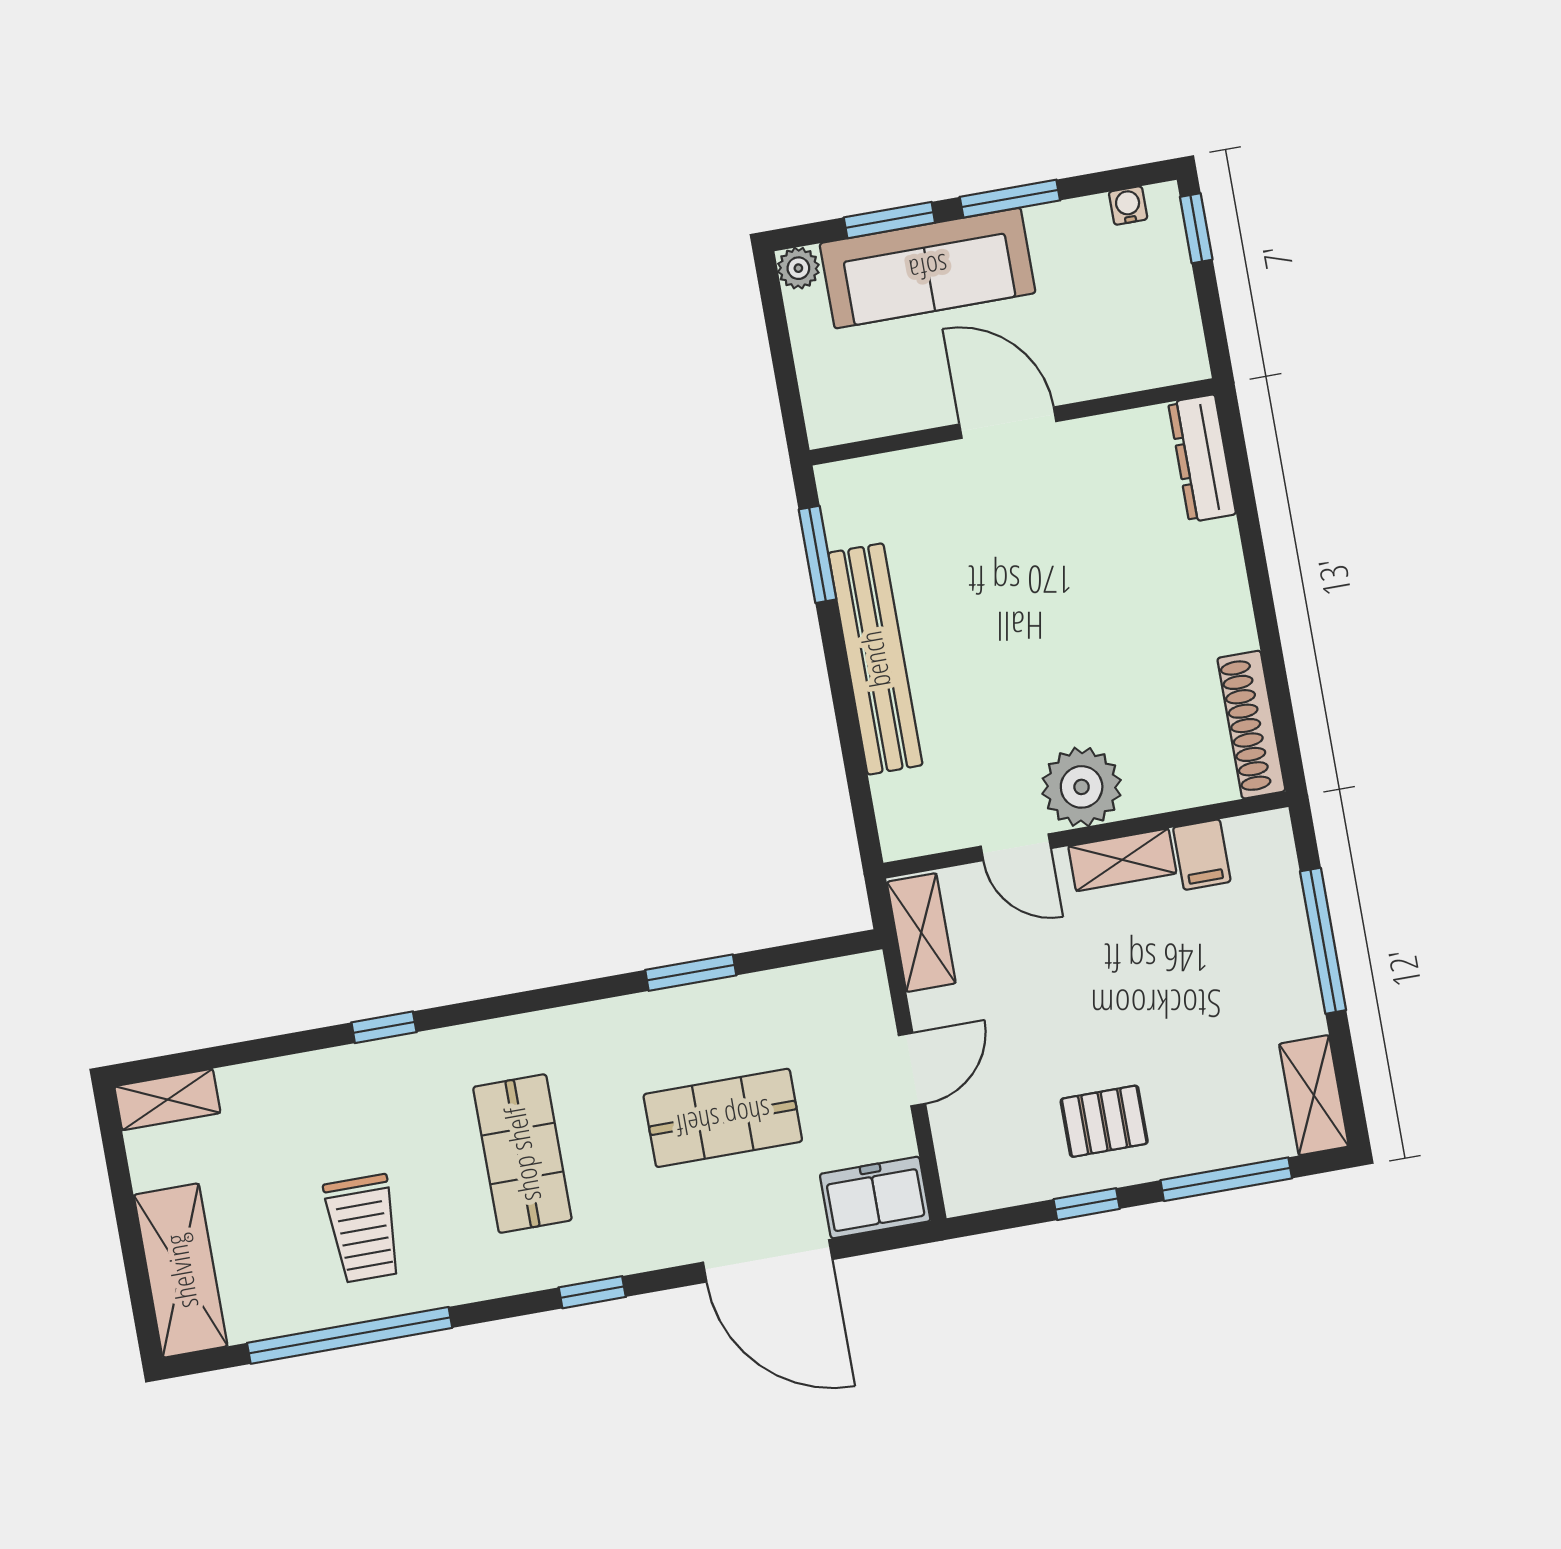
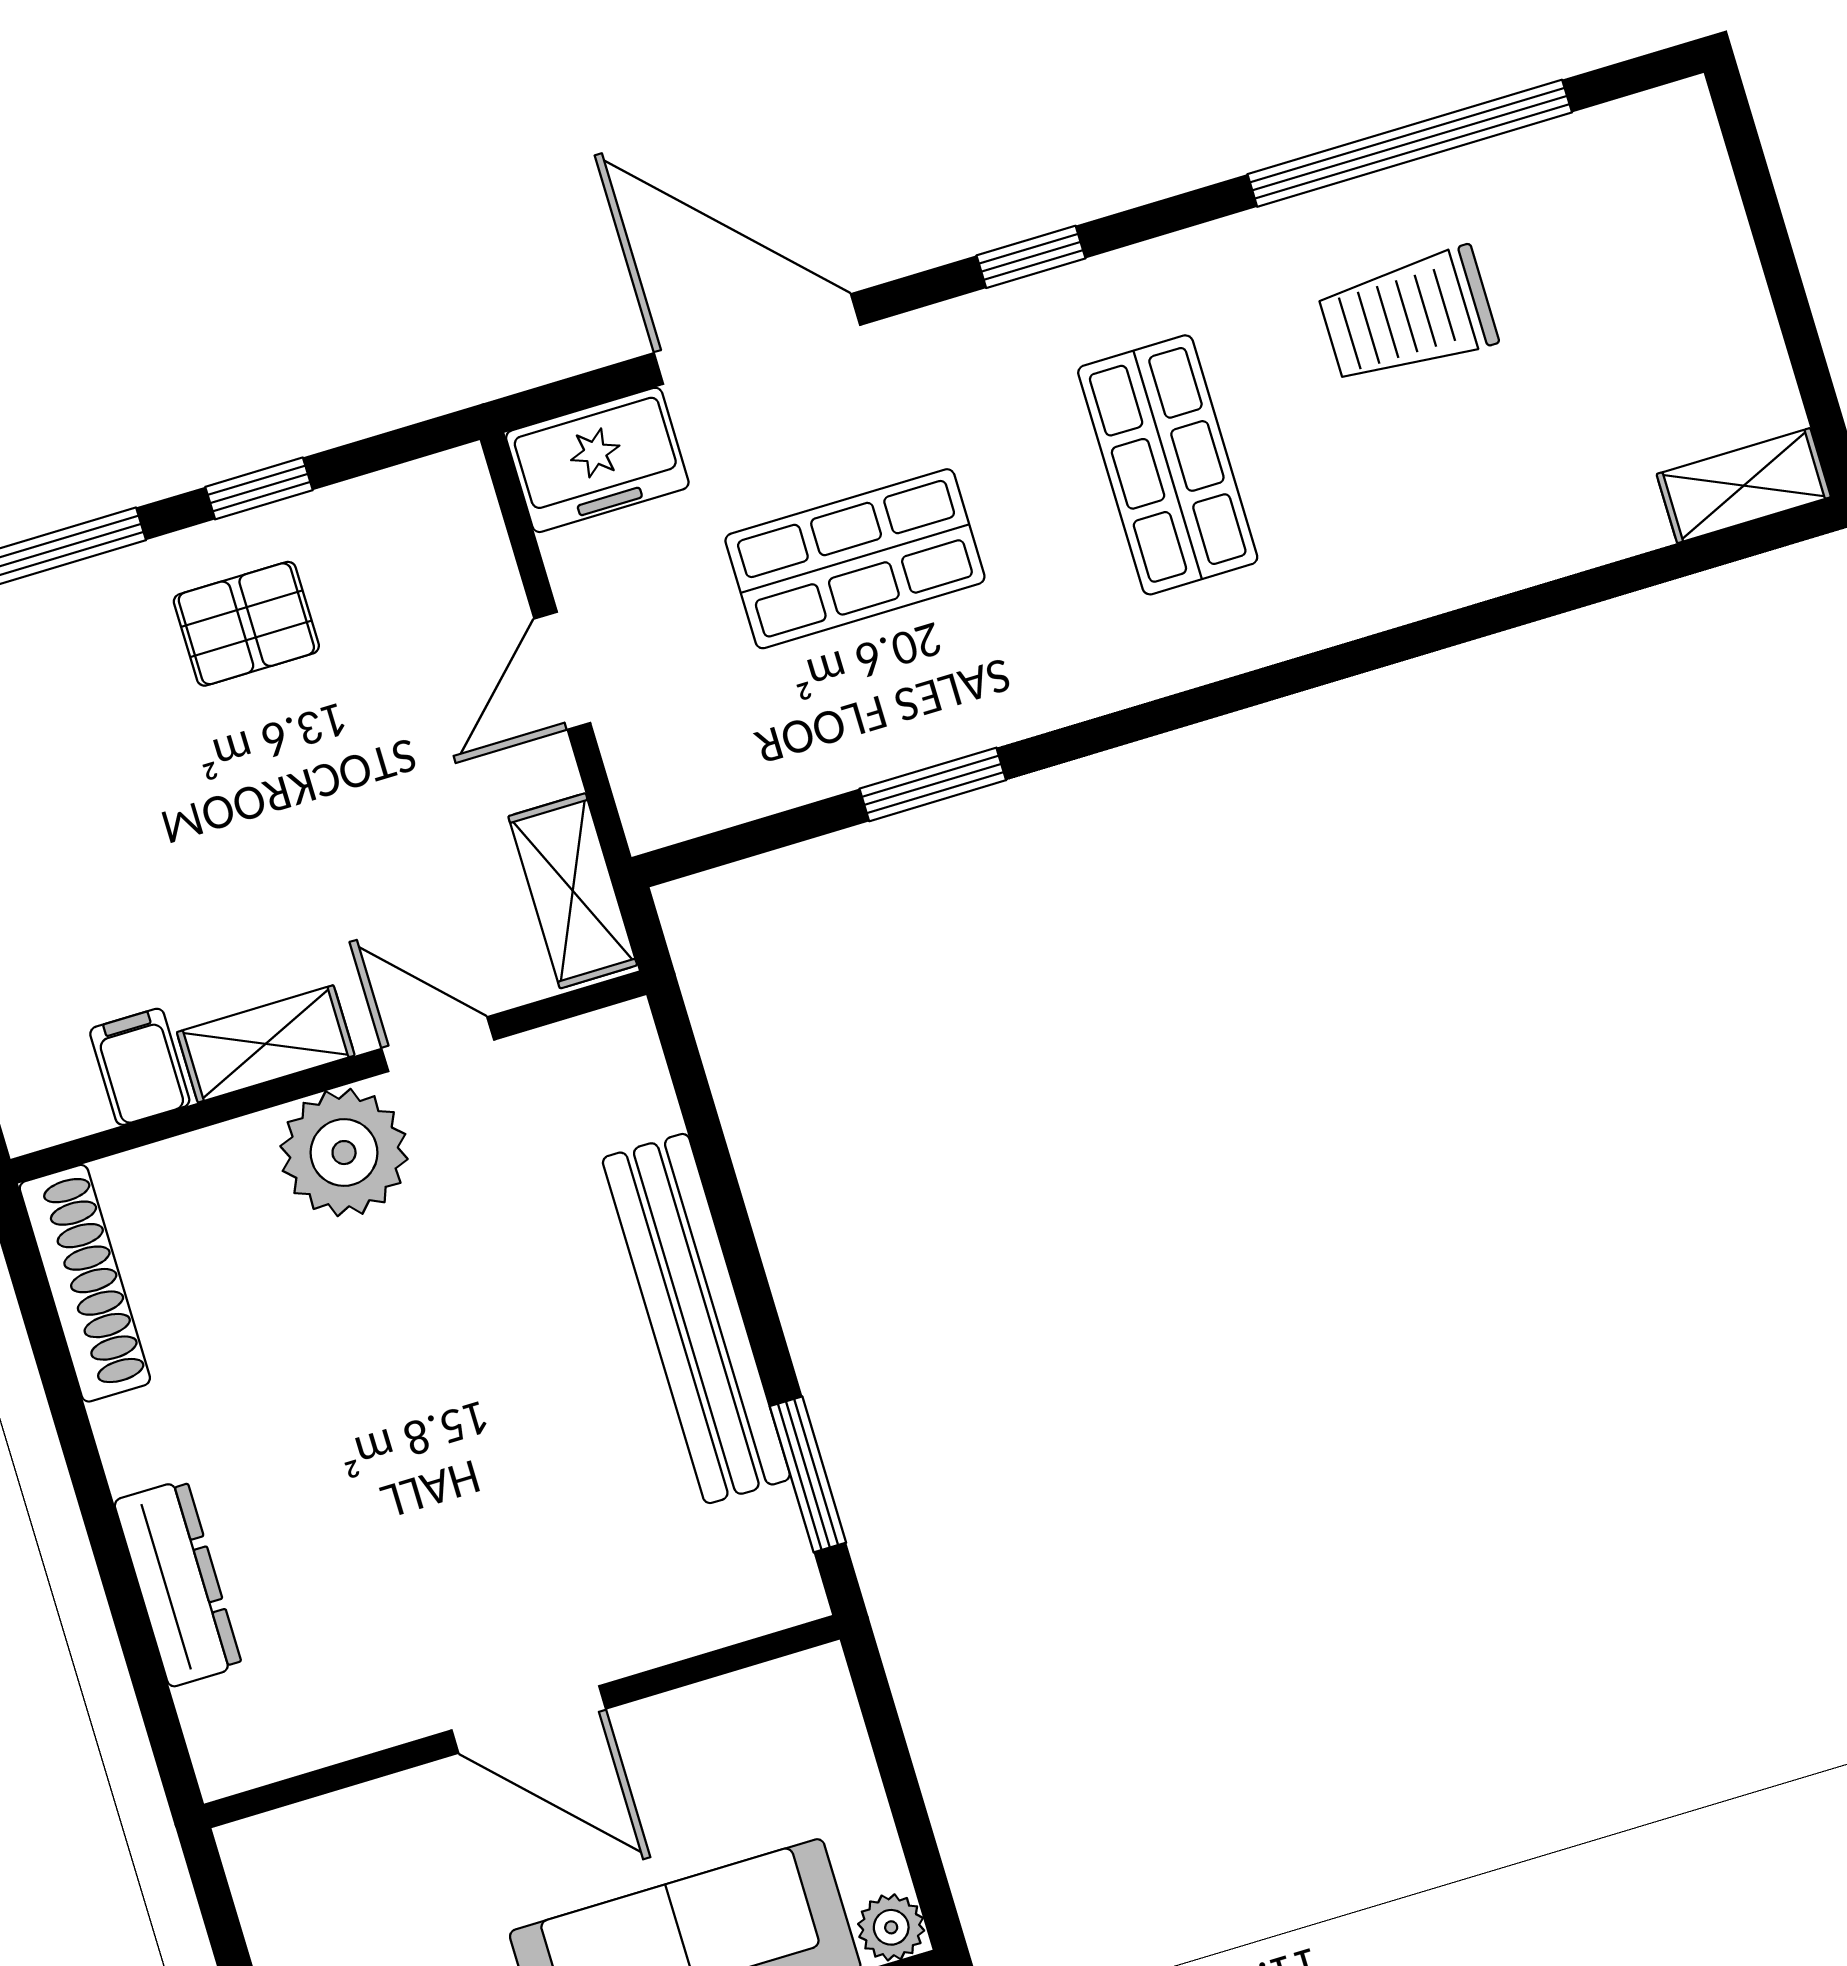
dresser: (1202, 458) -> (178, 1583), moved
window: (384, 1027) -> (1412, 641), removed
trolley: (363, 1229) -> (1408, 316), turned -90
shelving: (181, 1271) -> (1691, 215), removed

